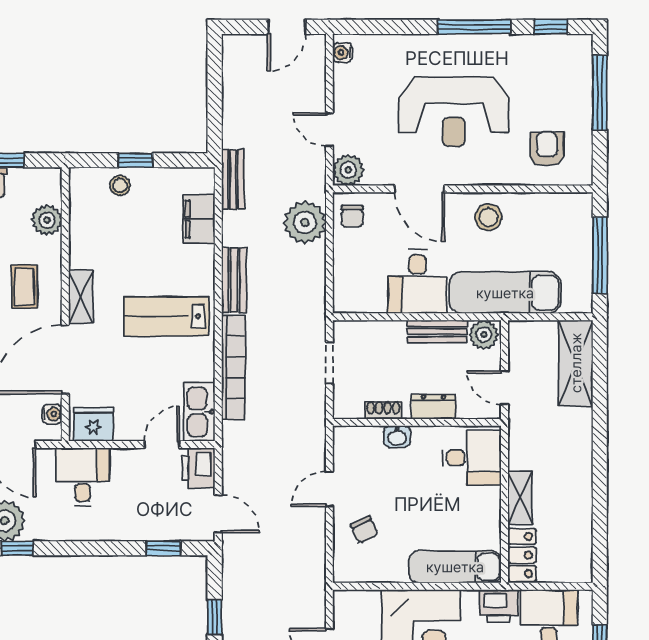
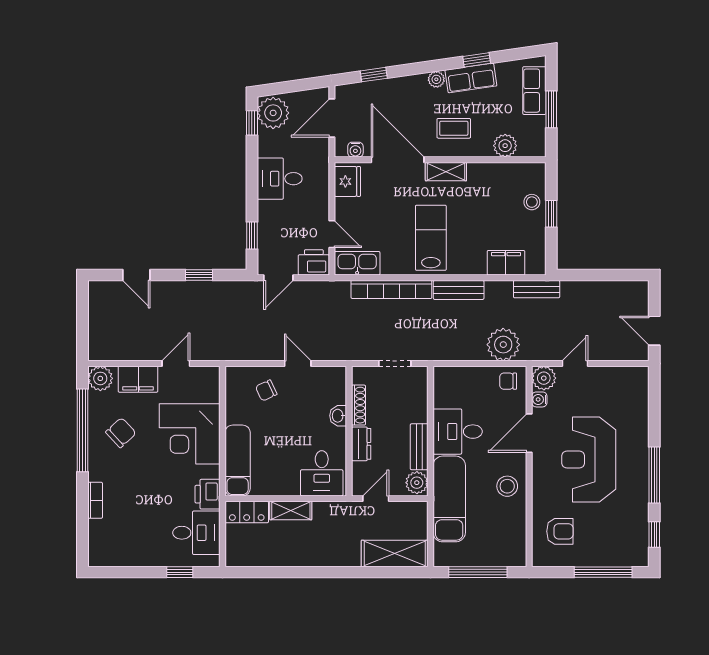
water cooler: (343, 53) -> (539, 399), moved, turned -90
shoe rack: (383, 410) -> (358, 405), width x1.43
desk: (83, 477) -> (280, 179), moved, turned 180

